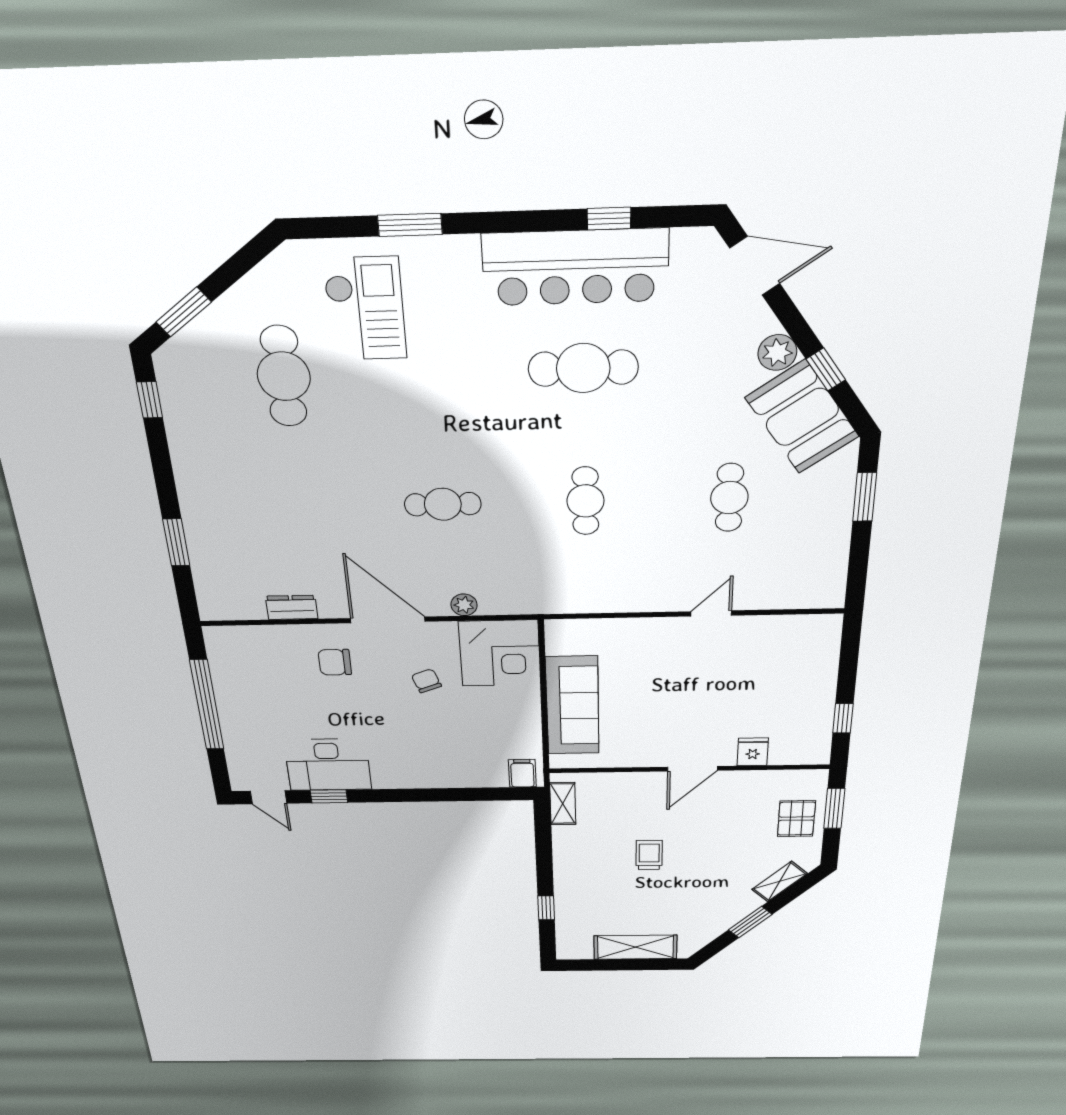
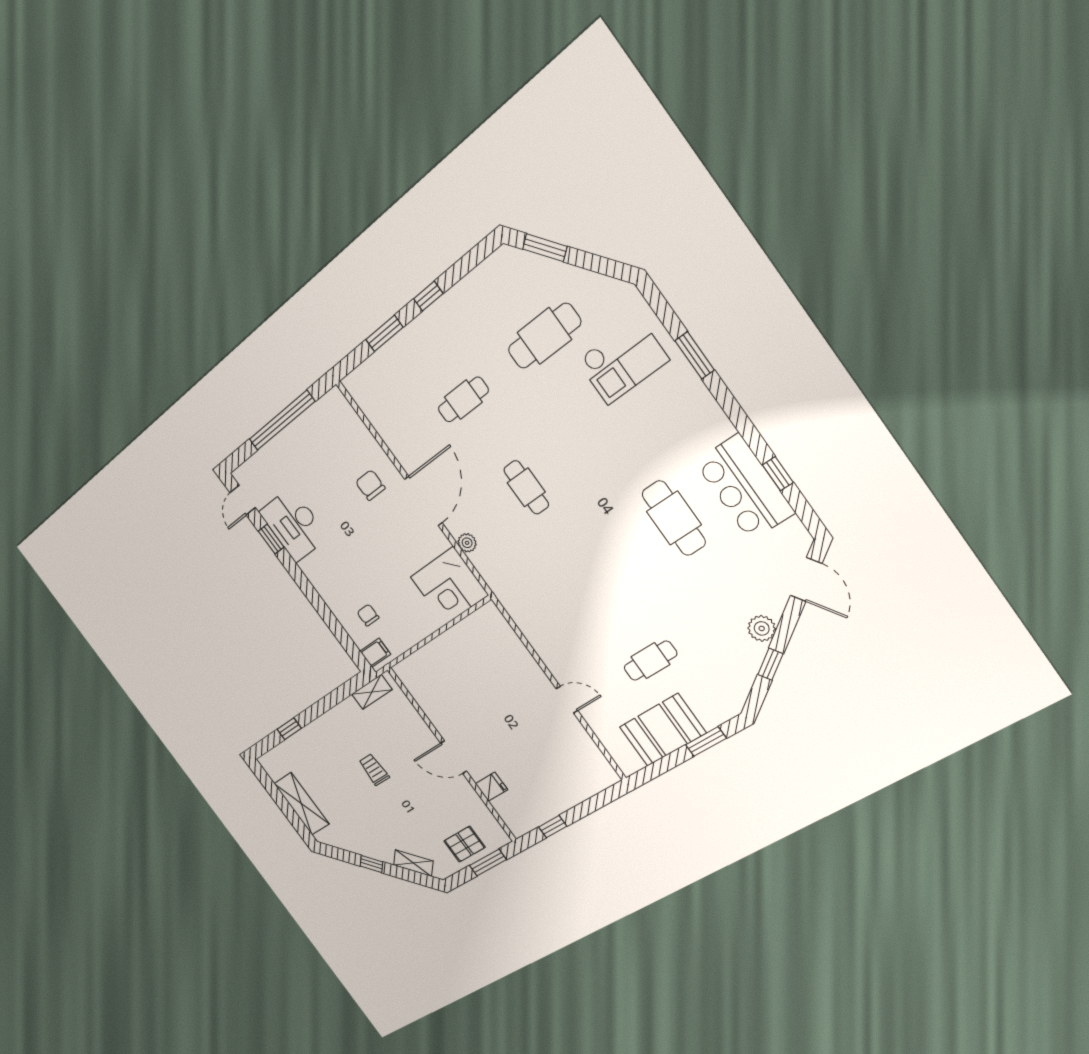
bar counter: (575, 267) -> (745, 487), width x0.73
window: (149, 400) -> (428, 296), moved
booth: (802, 417) -> (663, 730), moved, turned 35
cafe table: (585, 501) -> (463, 400), moved
dresser: (292, 607) -> (390, 434), removed
chair: (426, 681) -> (368, 615), moved, turned -70
sofa: (573, 706) -> (445, 654), removed
trolley: (649, 855) -> (374, 770), turned -90
window: (750, 922) -> (371, 864), width x0.67

